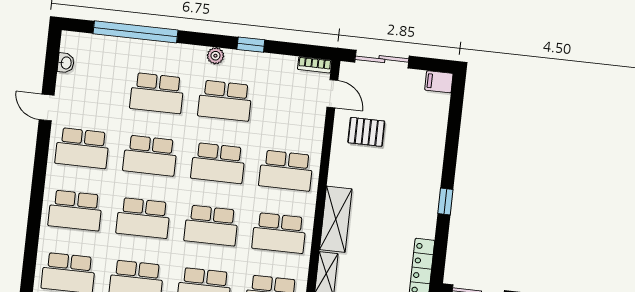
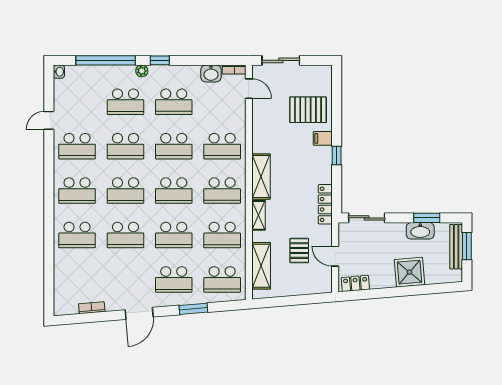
window: (251, 45) -> (160, 60), moved
plant: (215, 56) -> (142, 71), moved
washbasin: (66, 63) -> (59, 72), moved
washbasin: (282, 67) -> (211, 73), added
filing cabinet: (439, 82) -> (323, 138), moved
door: (47, 107) -> (49, 120), hinge flipped
pallet: (366, 132) -> (308, 110), moved, width x1.50, depth x1.42

